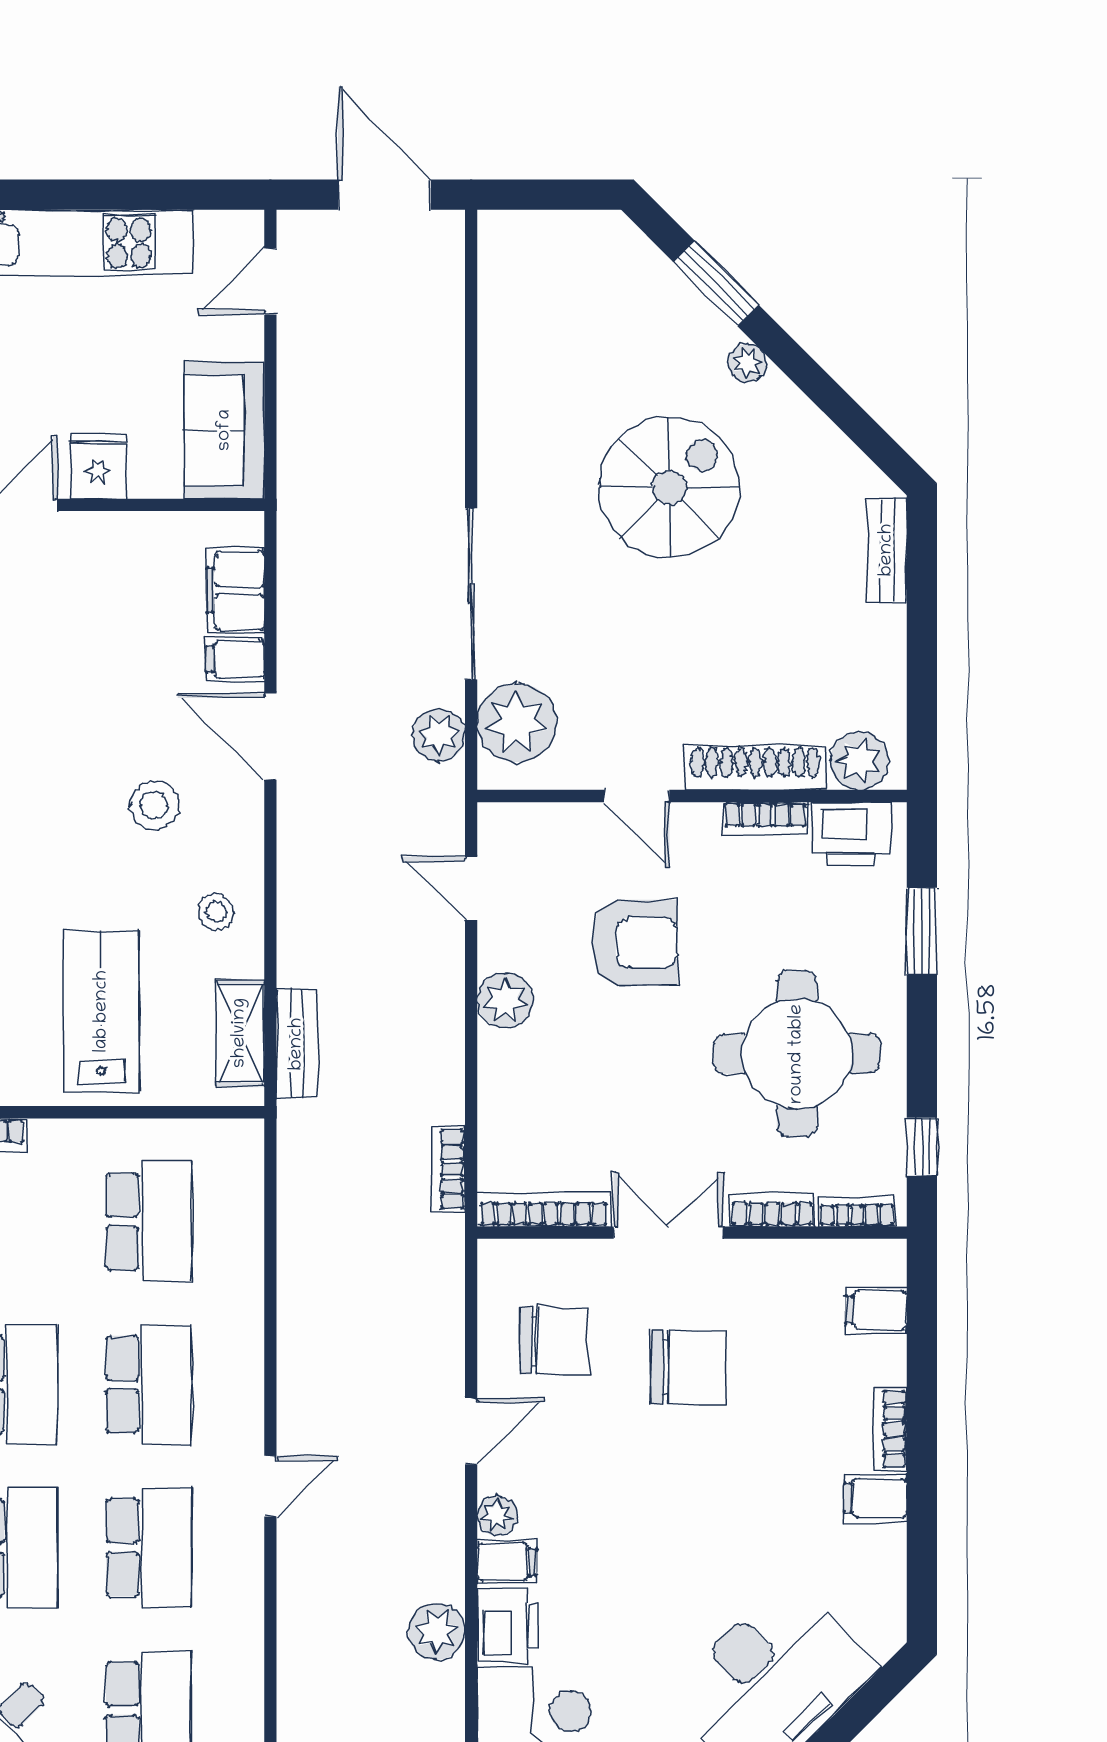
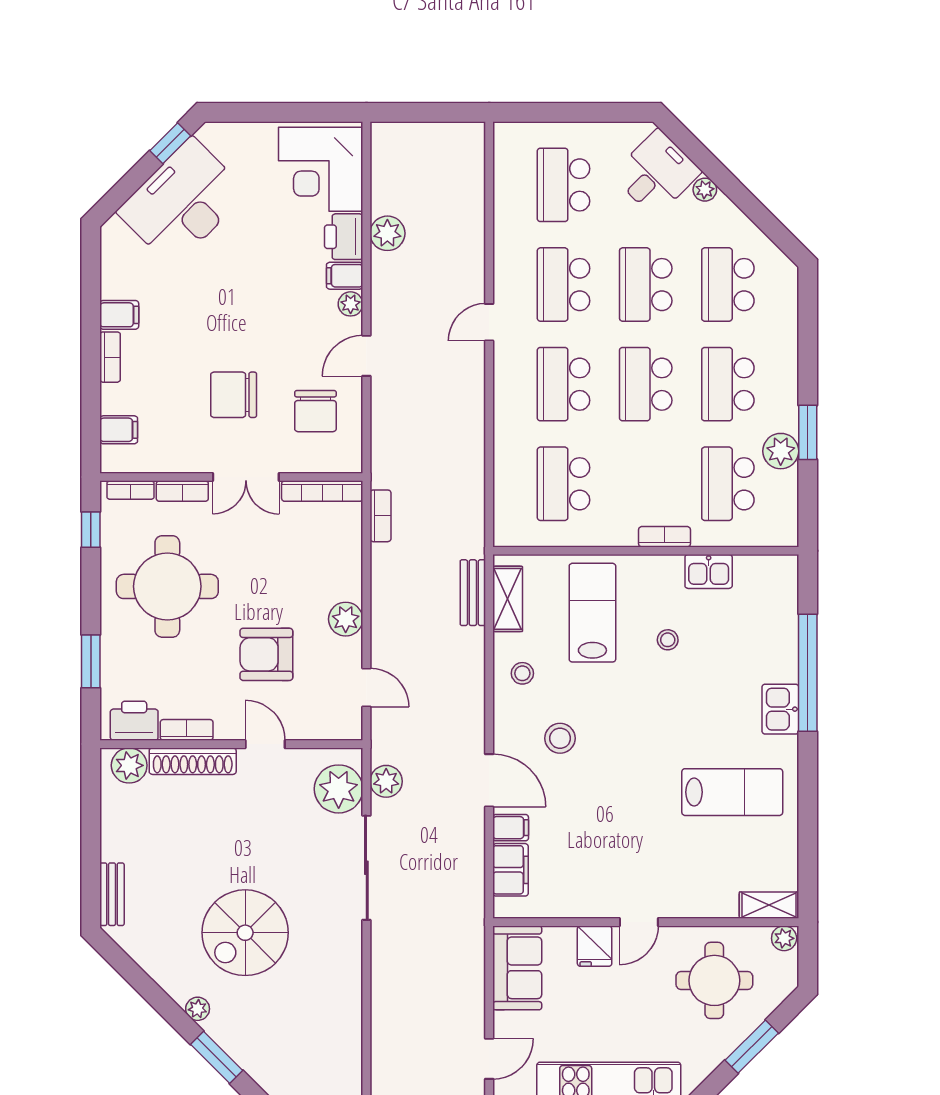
lab bench: (102, 1011) -> (592, 613), turned 180
chair: (554, 1341) -> (315, 411), turned -90

